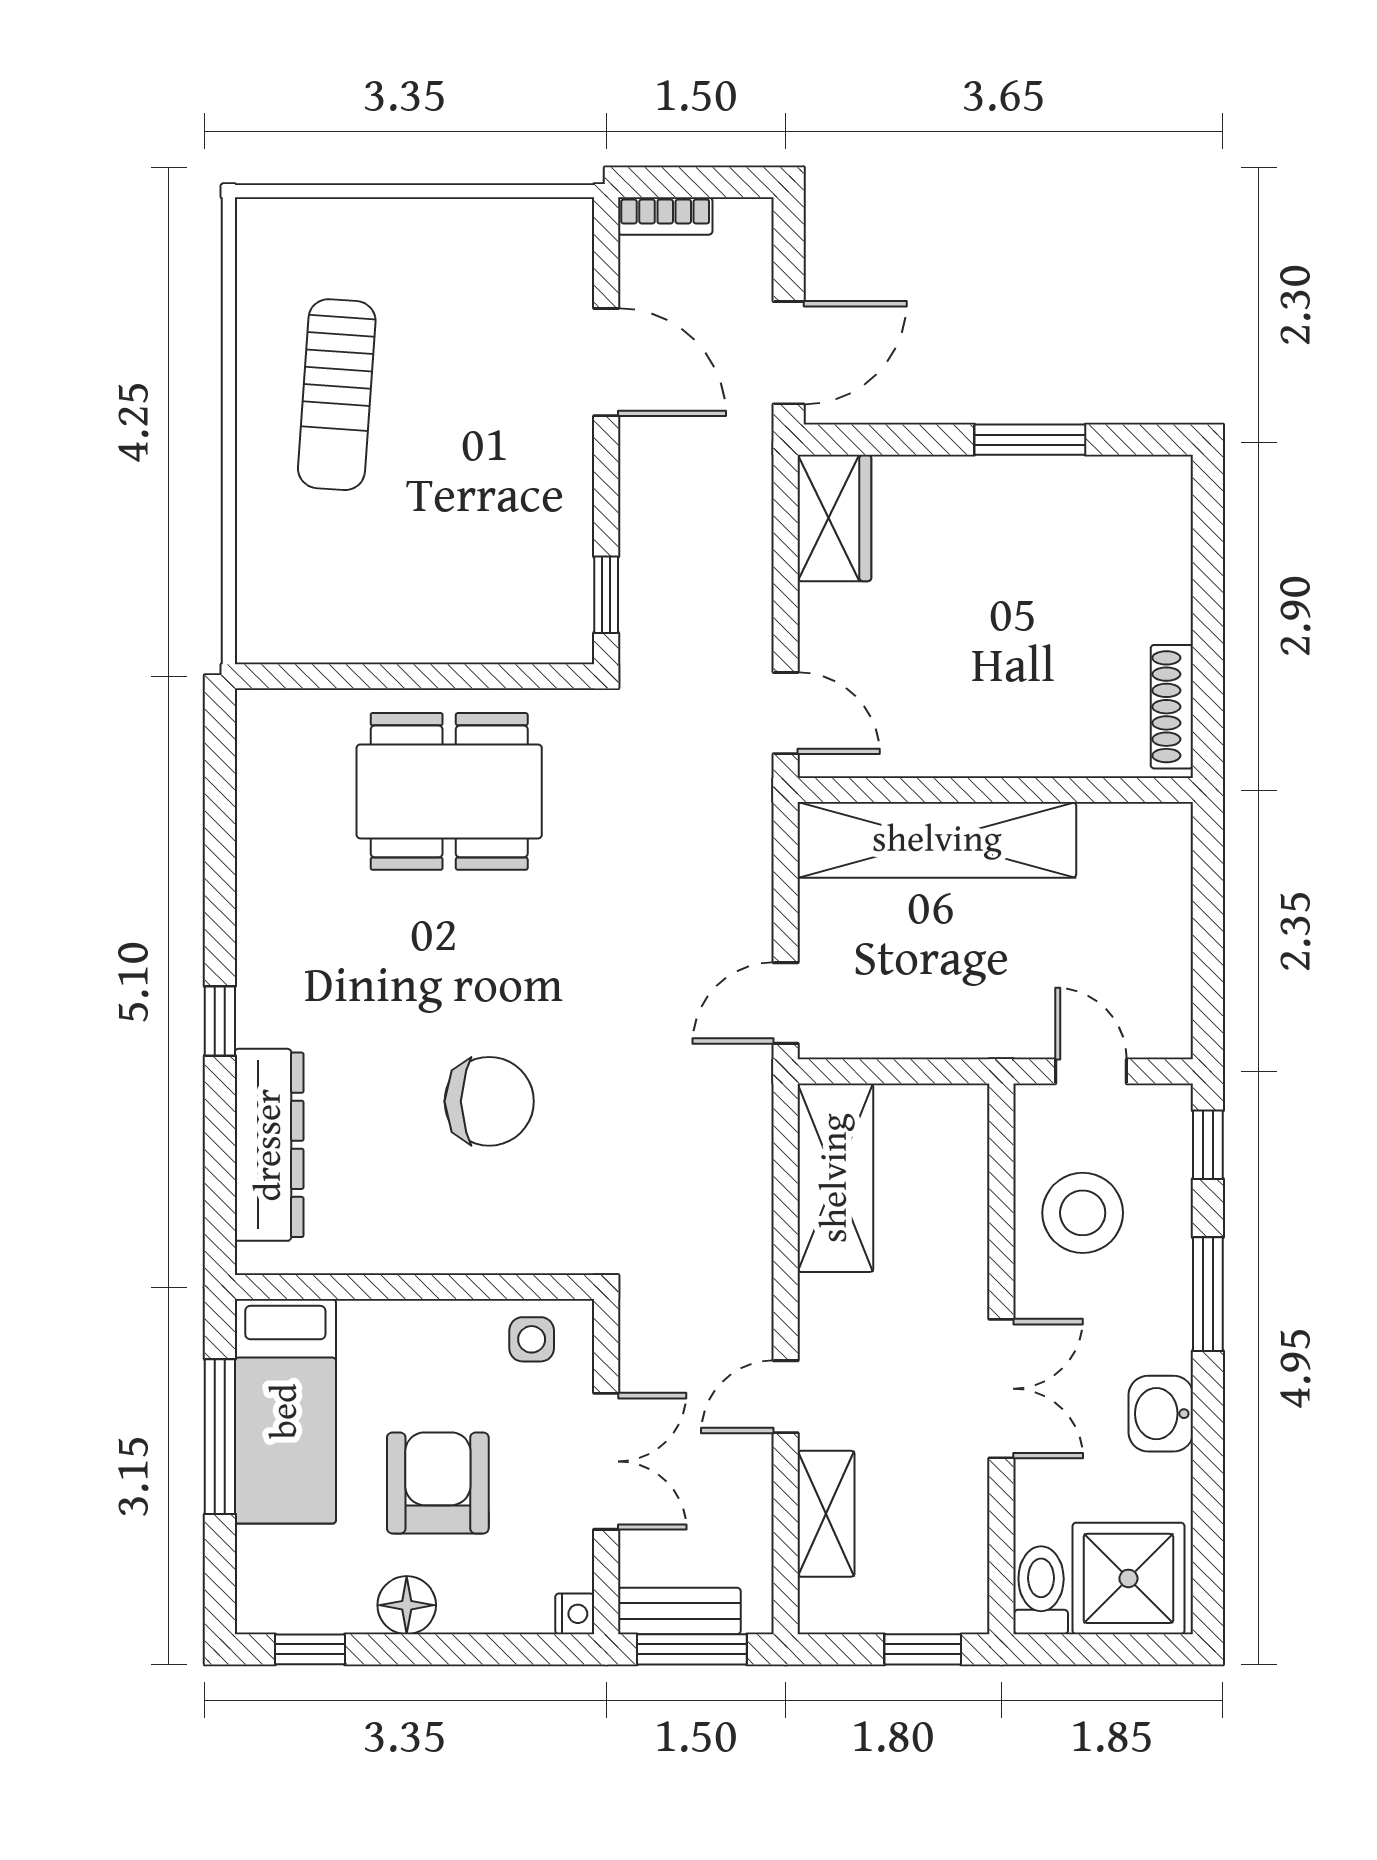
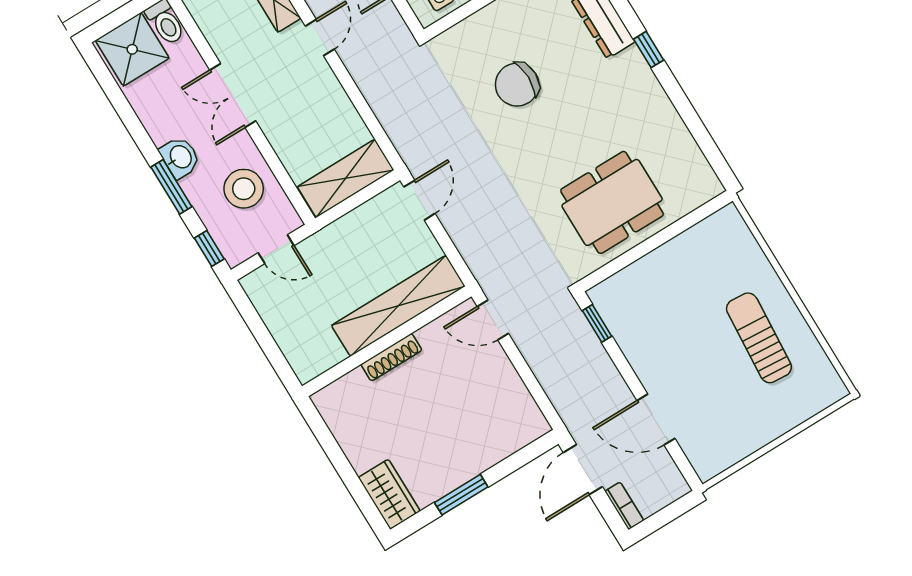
bookcase: (665, 216) -> (624, 506), moved, turned 90
wardrobe: (834, 518) -> (389, 494), moved, turned 180
shoe rack: (1172, 707) -> (391, 357), moved, turned 90
shelving: (835, 1178) -> (346, 178), moved, turned 90
washbasin: (1161, 1414) -> (180, 157), moved

